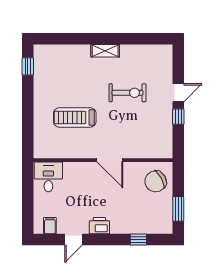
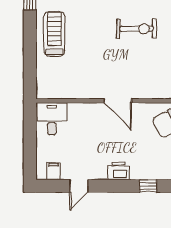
treadmill: (75, 117) -> (54, 34), moved, turned 90
printer: (99, 226) -> (119, 171), moved

